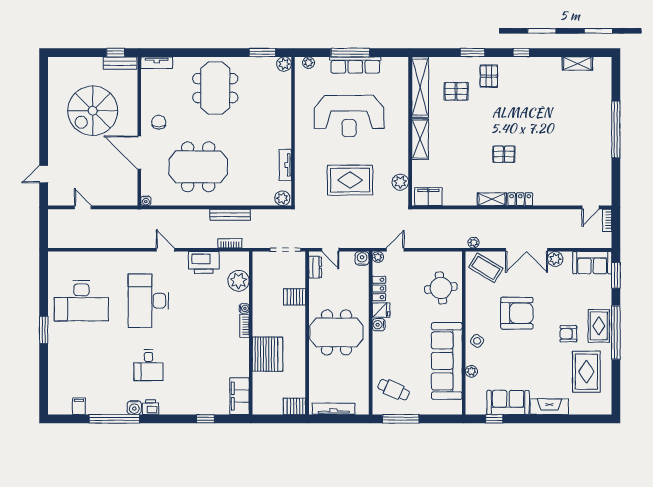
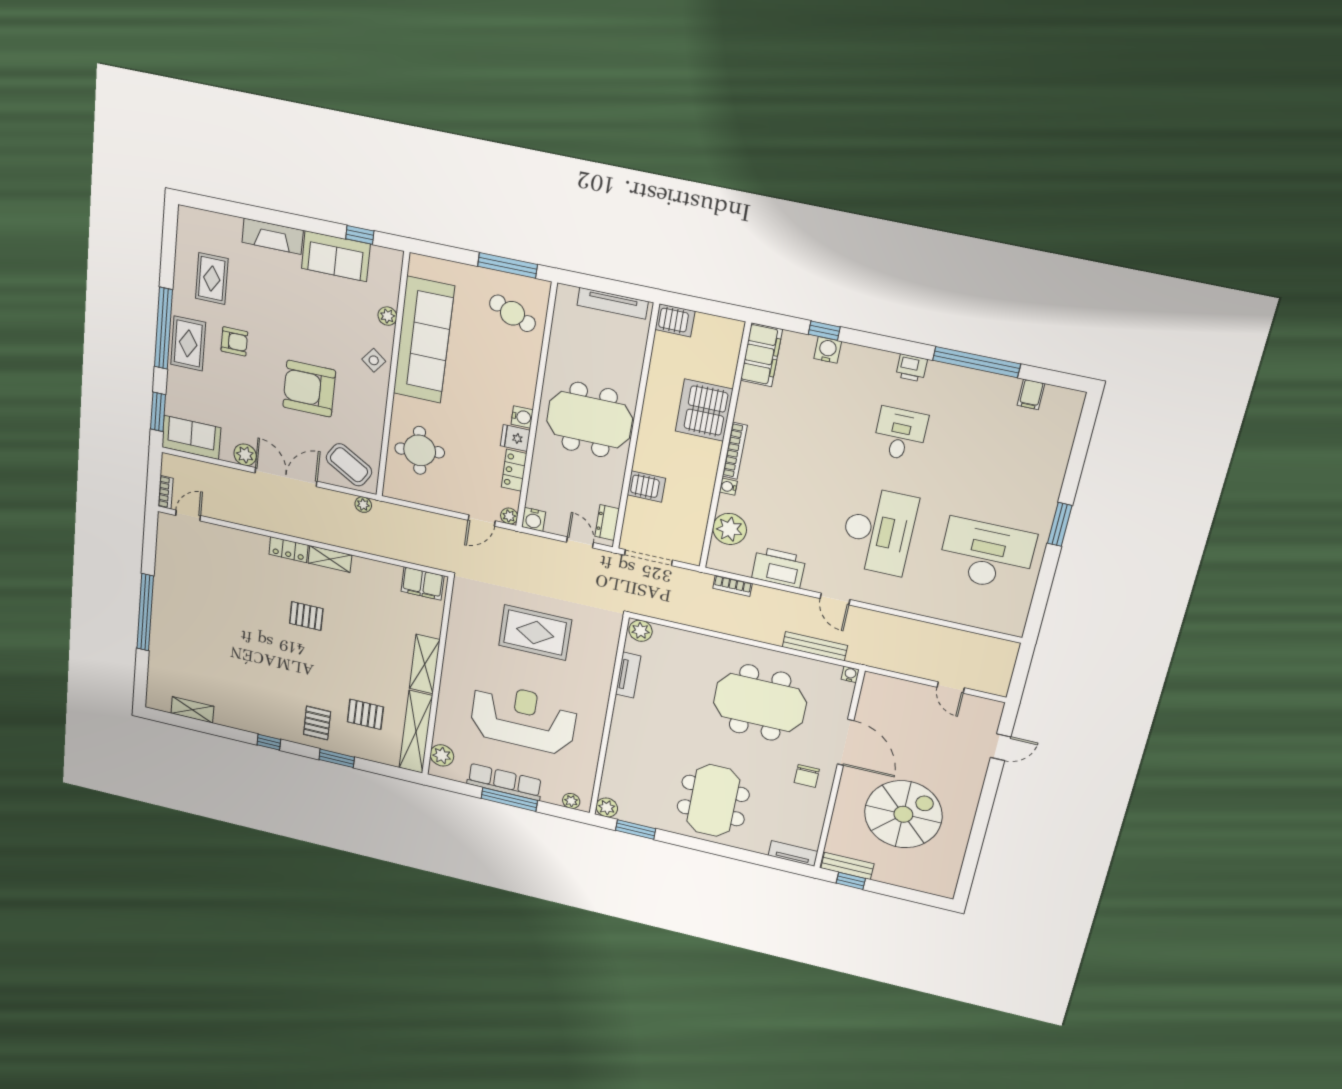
plant: (400, 182) -> (442, 755), moved
bench: (230, 215) -> (815, 646), moved
bookcase: (244, 326) -> (735, 451), width x1.56
rug: (586, 372) -> (212, 279), width x0.73, depth x0.70
water cooler: (134, 408) -> (828, 350), moved

